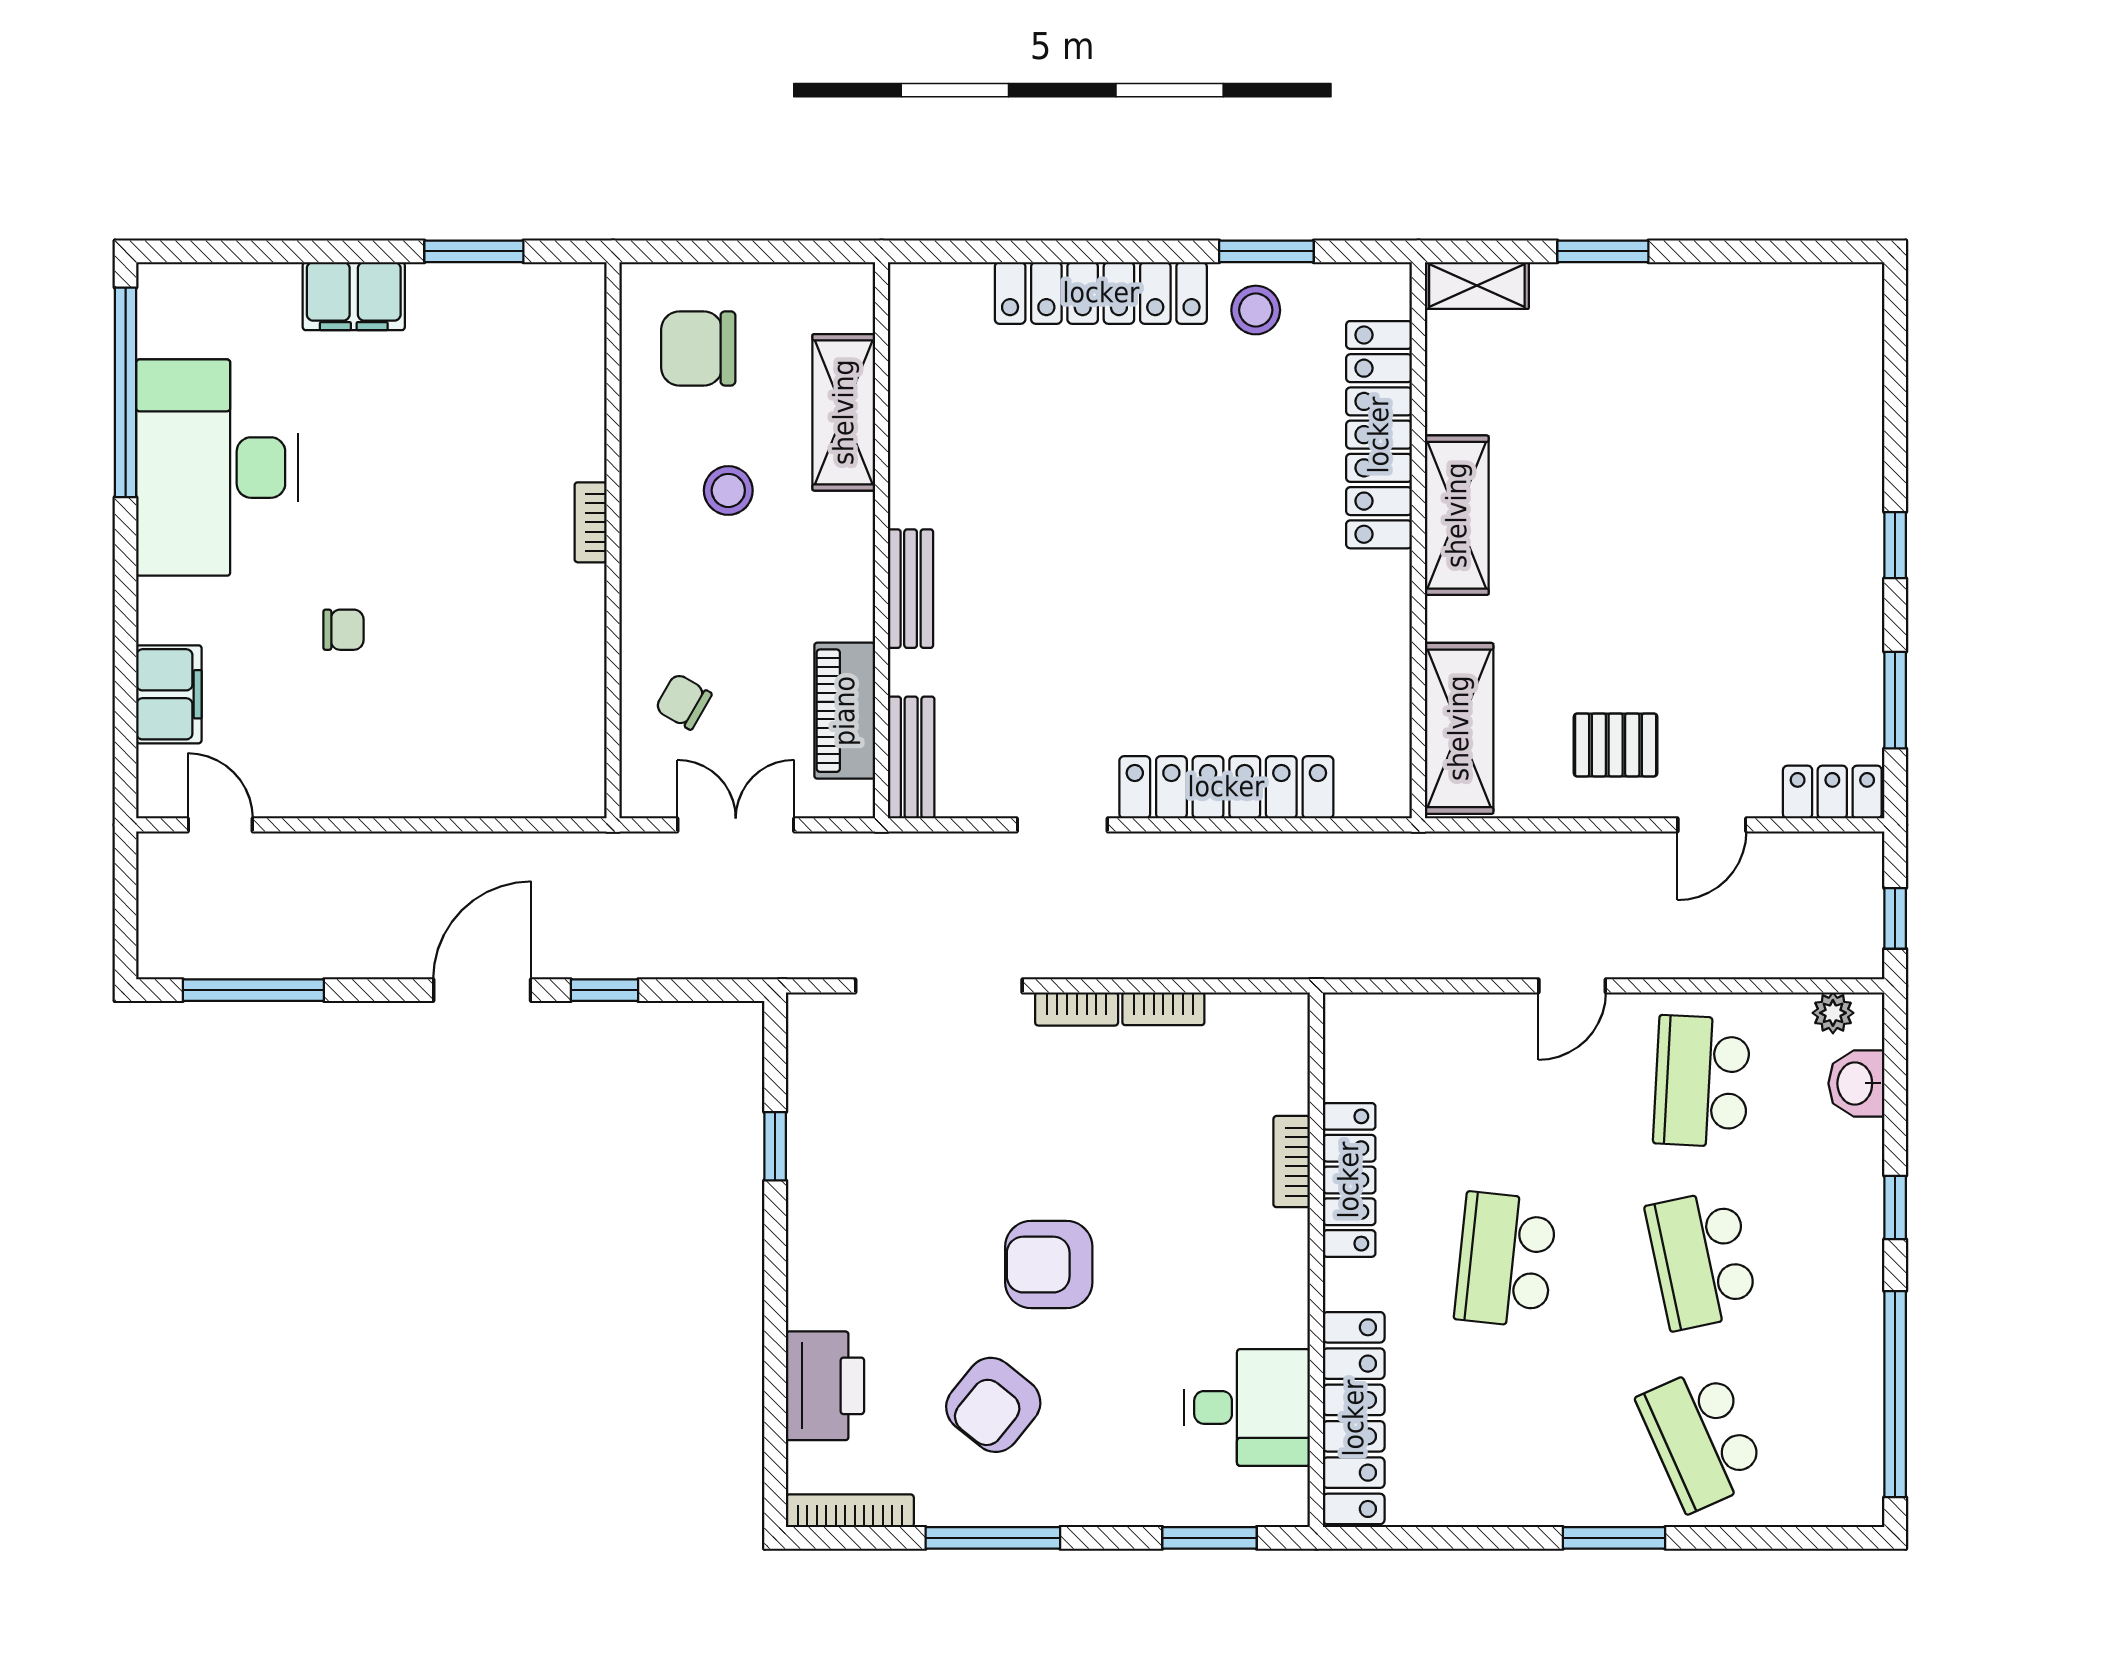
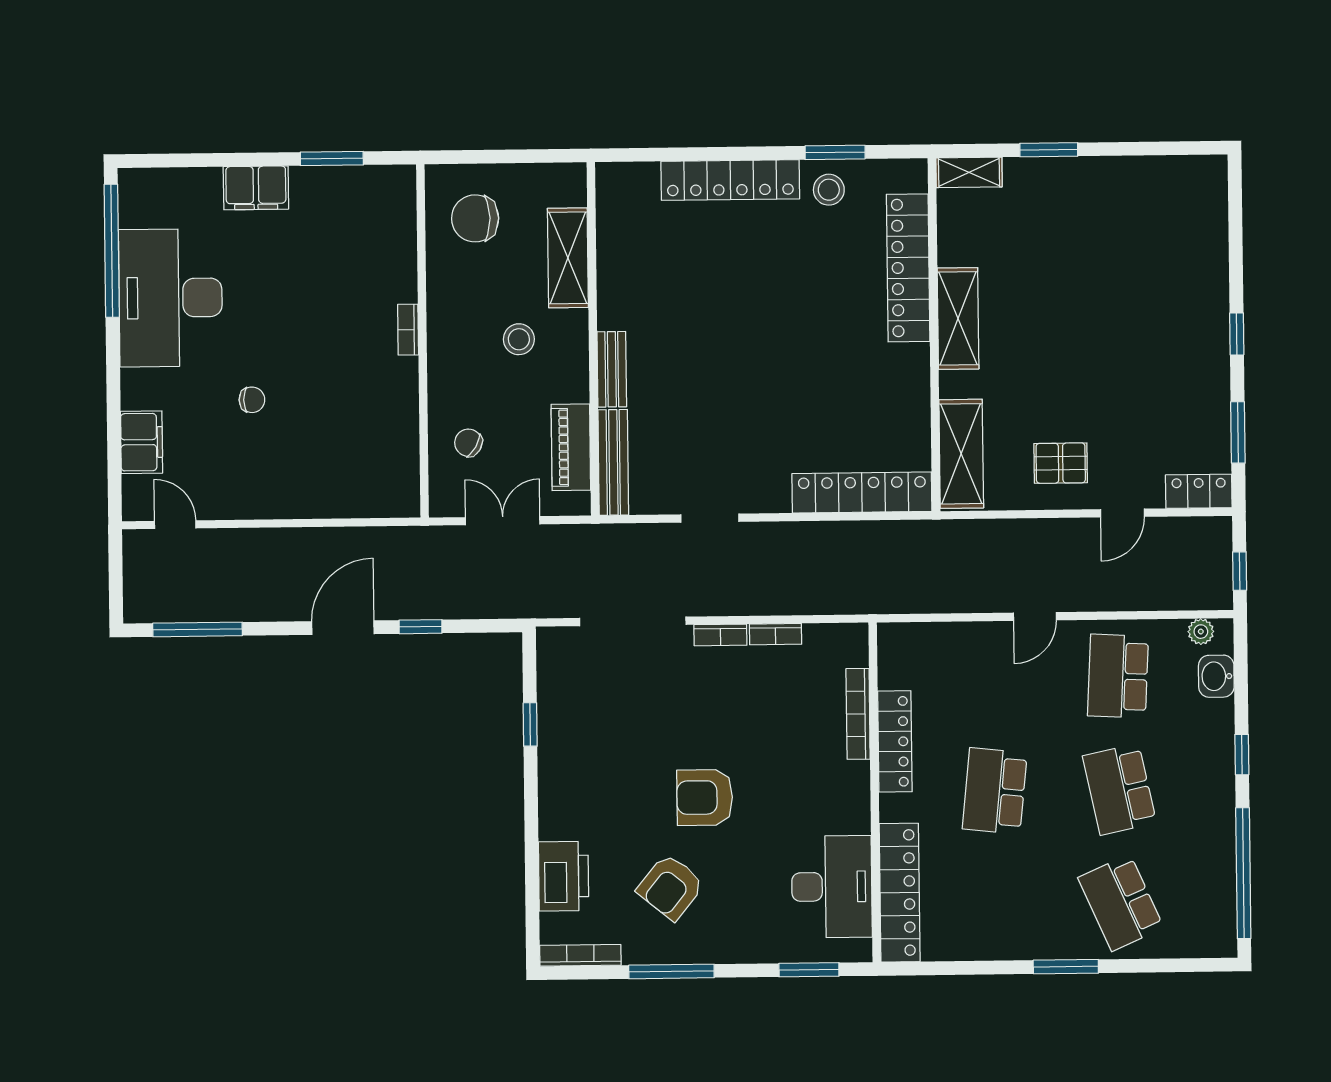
stool: (728, 490) -> (519, 339), moved
bench: (911, 757) -> (613, 462), width x1.36
locker: (1226, 787) -> (862, 492), moved
bookcase: (1292, 1162) -> (858, 714), width x1.56
desk: (1247, 1407) -> (832, 887), width x1.37

